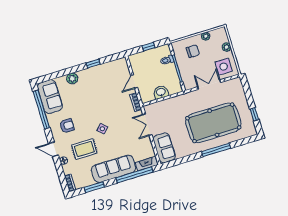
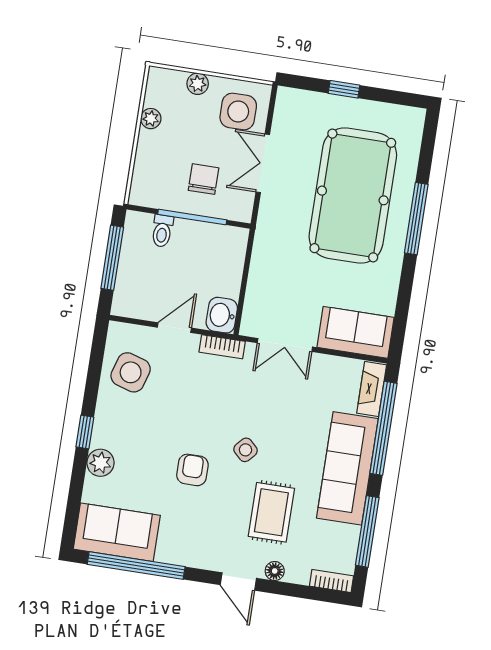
window: (148, 47) -> (112, 258), width x2.17
chair: (193, 51) -> (204, 179), moved
window: (93, 64) -> (85, 432), moved
side table: (110, 73) -> (131, 372), added
door: (134, 81) -> (174, 328), swing flipped
washbasin: (161, 92) -> (222, 315), moved
window: (254, 114) -> (344, 89), moved
armchair: (67, 126) -> (192, 470), moved
door: (53, 149) -> (238, 582), hinge flipped
window: (94, 187) -> (367, 531), width x1.44

